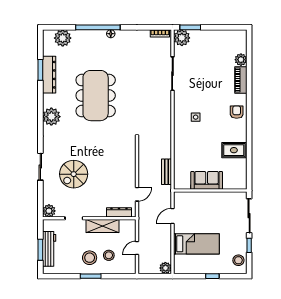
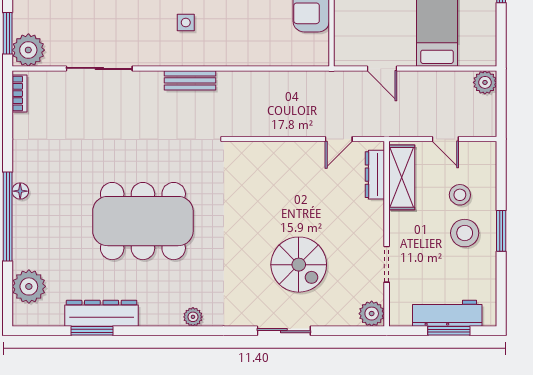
plant: (51, 117) -> (193, 317), width x0.53, depth x0.53
bench: (166, 172) -> (190, 80), moved
door: (137, 194) -> (339, 139), swing flipped
shelving: (103, 226) -> (402, 177), moved

